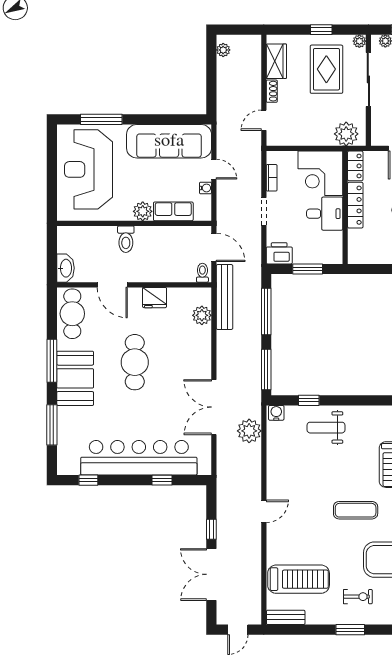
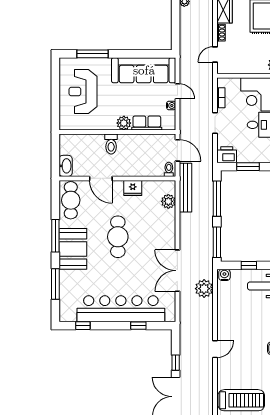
reception desk: (88, 169) -> (83, 92), width x0.74, depth x0.77

